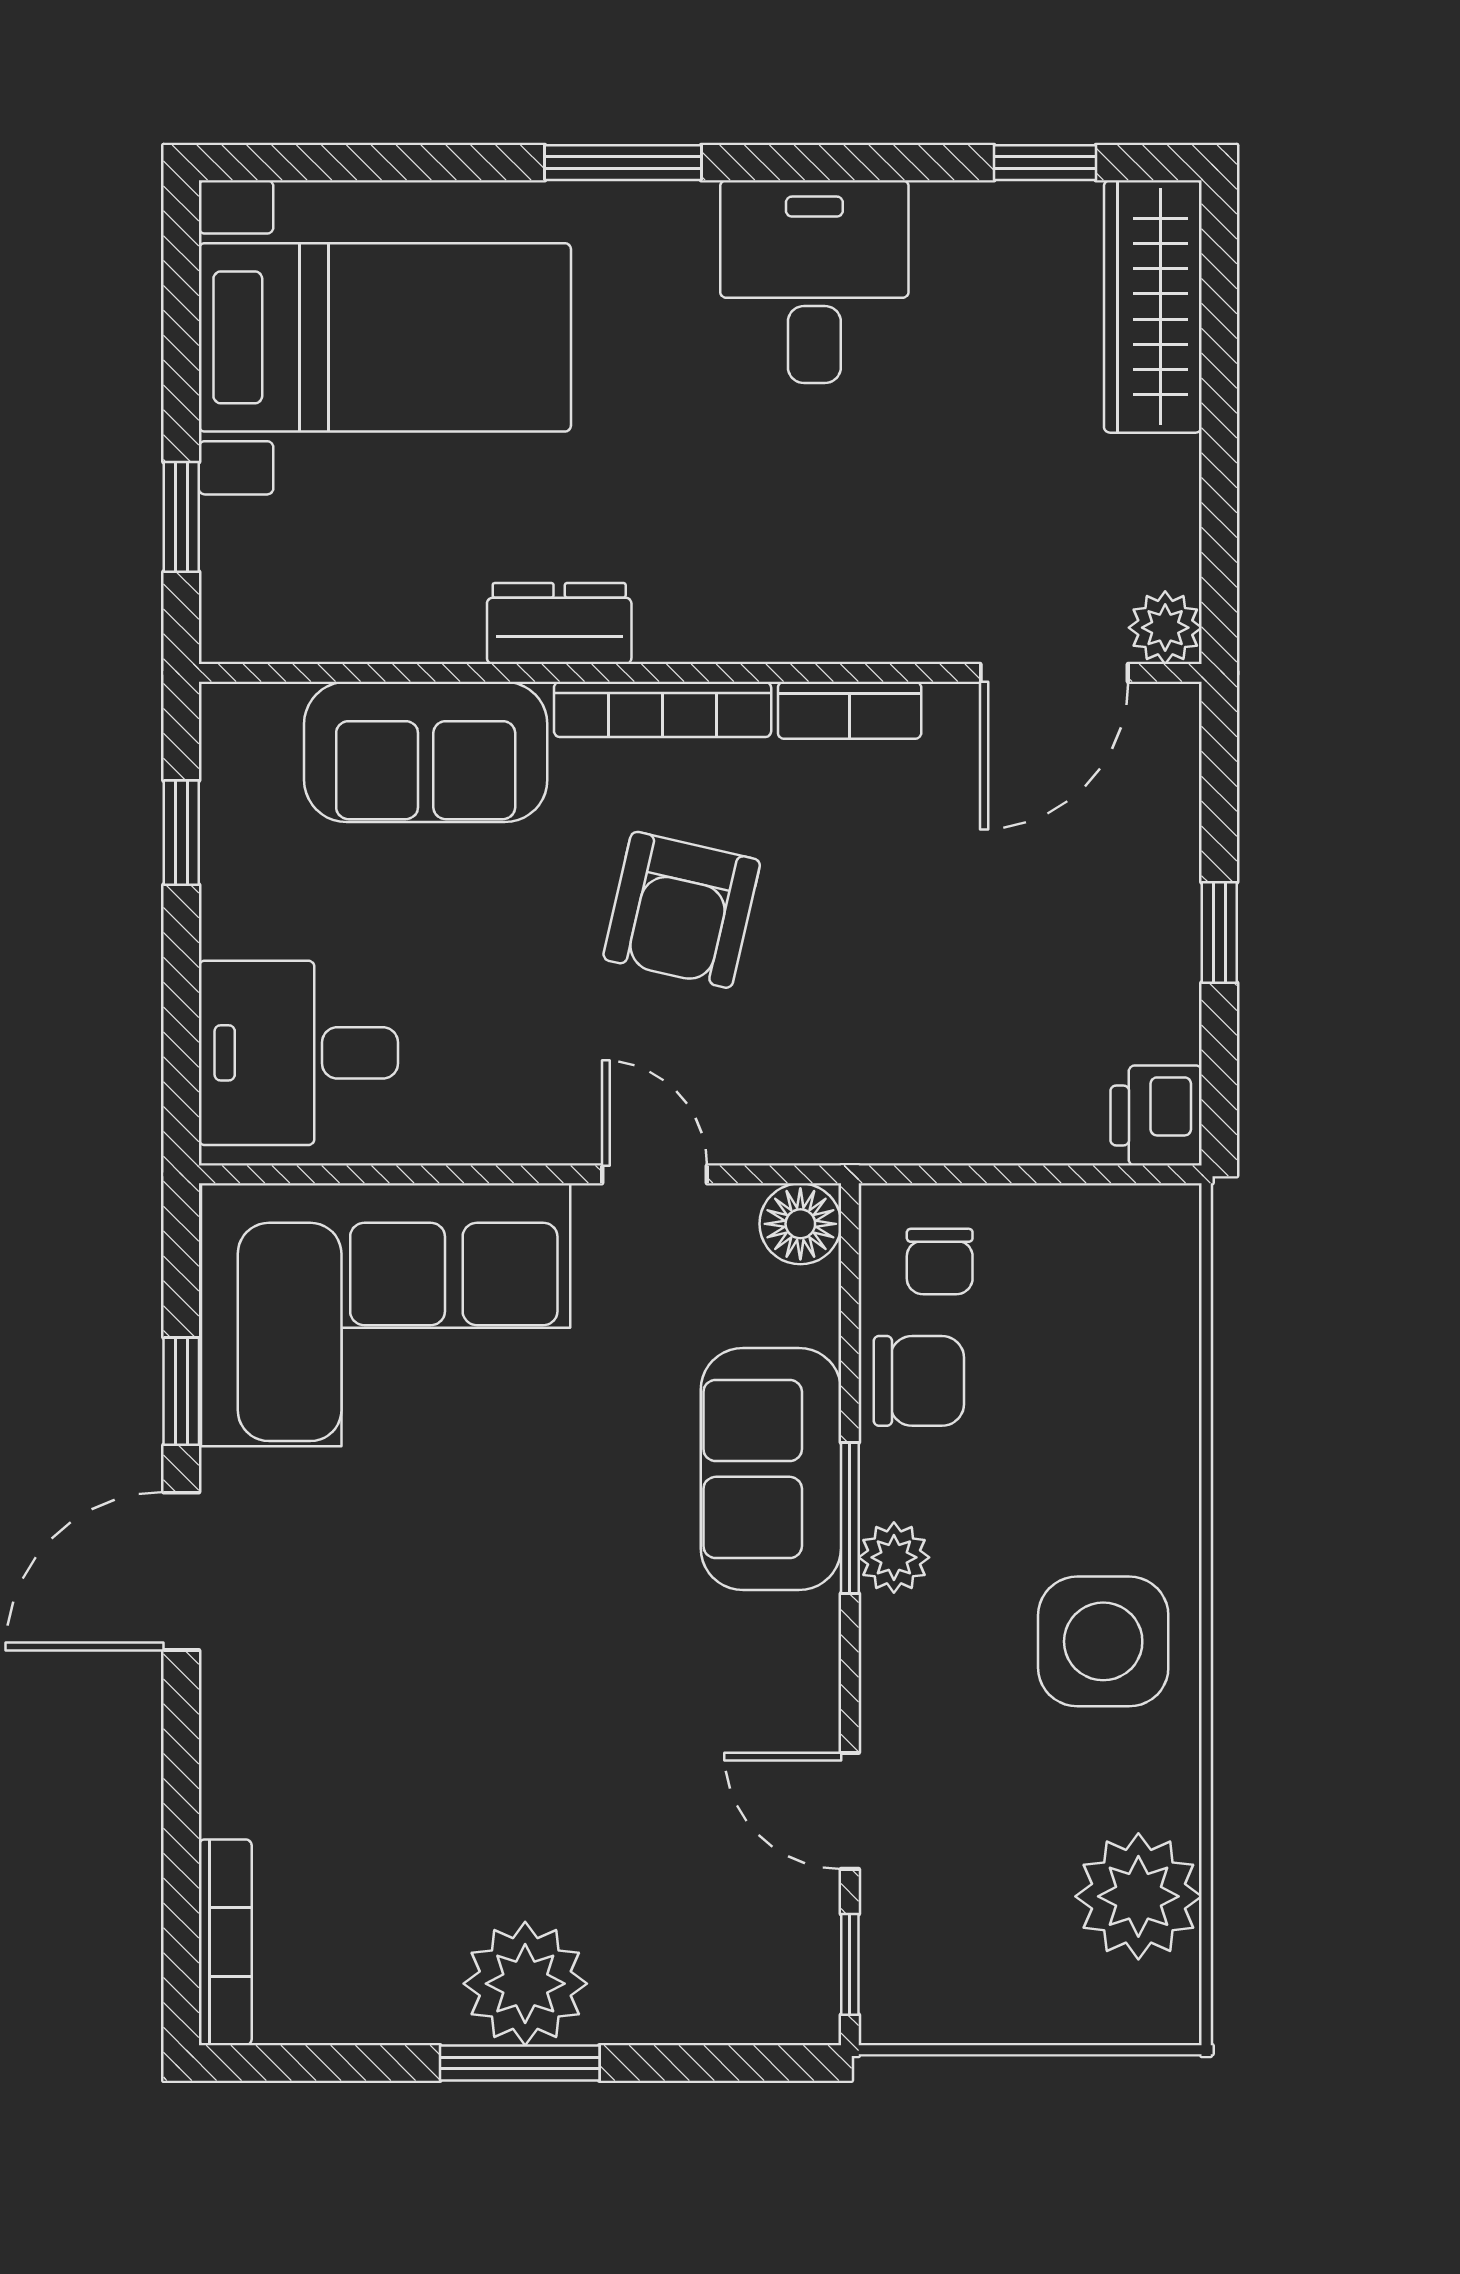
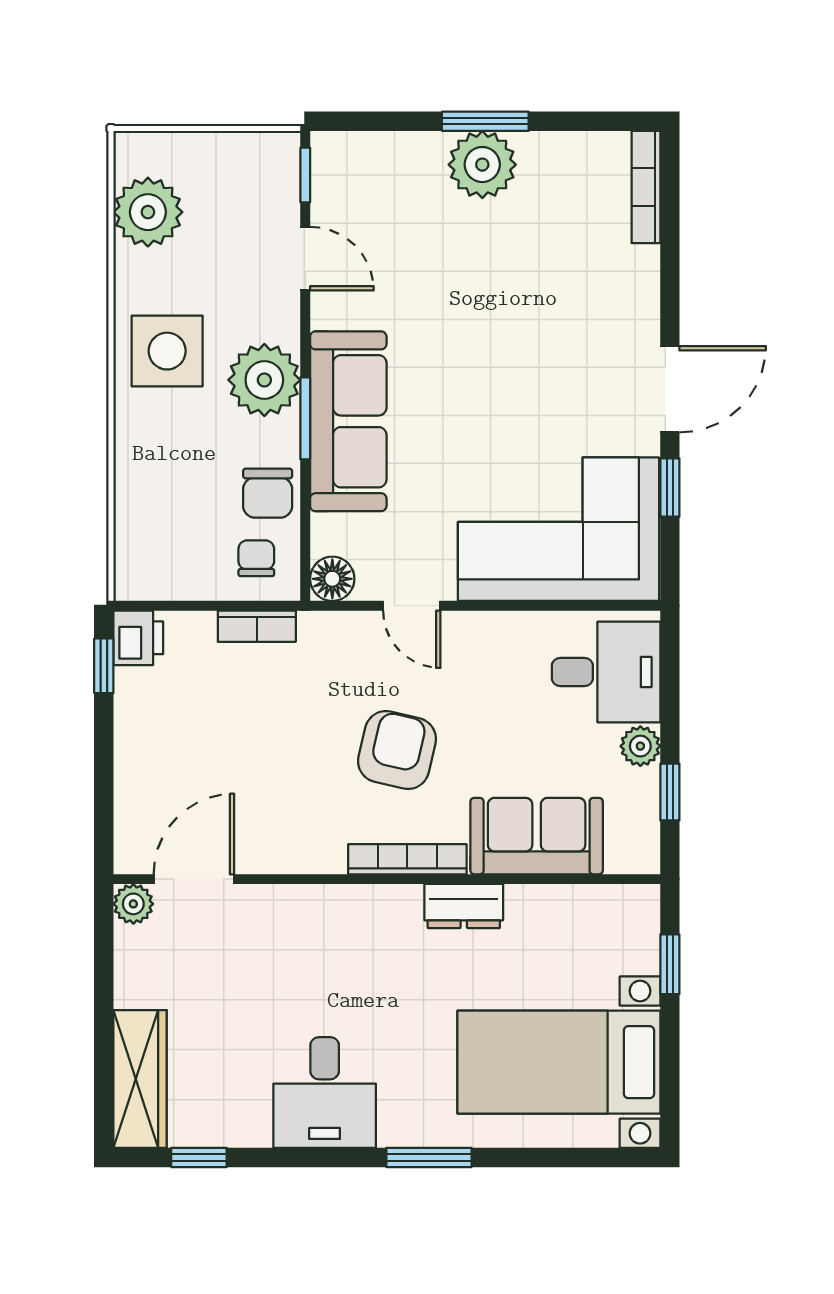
bookcase: (850, 710) -> (257, 626), moved, turned 180
plant: (235, 917) -> (640, 746), added
window: (1219, 933) -> (104, 666), moved
chair: (919, 1381) -> (268, 493), turned -90
sofa: (771, 1469) -> (348, 421), width x1.36
plant: (894, 1557) -> (264, 380), width x1.87, depth x1.87

